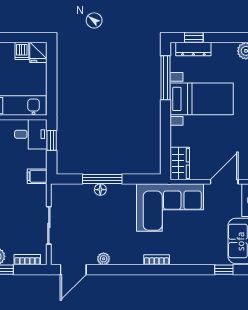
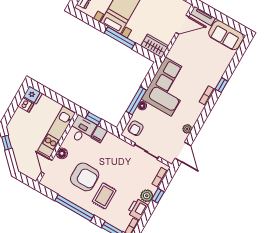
window: (166, 78) -> (120, 38), moved
filing cabinet: (37, 176) -> (99, 134), moved
door: (224, 182) -> (182, 25), swing flipped
armchair: (69, 197) -> (136, 128), added
corner sofa: (170, 208) -> (168, 87), moved
window: (224, 270) -> (221, 85), moved

